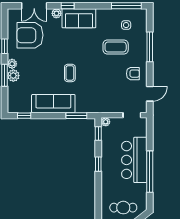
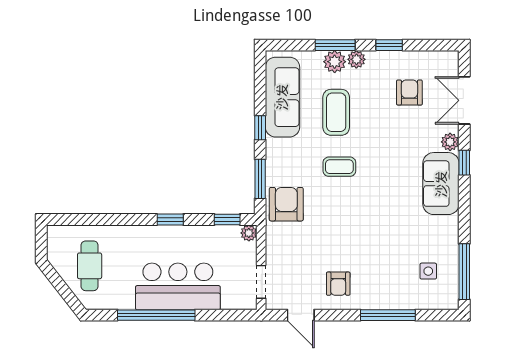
armchair: (30, 35) -> (409, 93), width x0.53, depth x0.53
coffee table: (116, 47) -> (336, 112), moved
armchair: (90, 102) -> (286, 204), added
sofa: (53, 104) -> (282, 97), moved
window: (24, 116) -> (260, 128), moved

